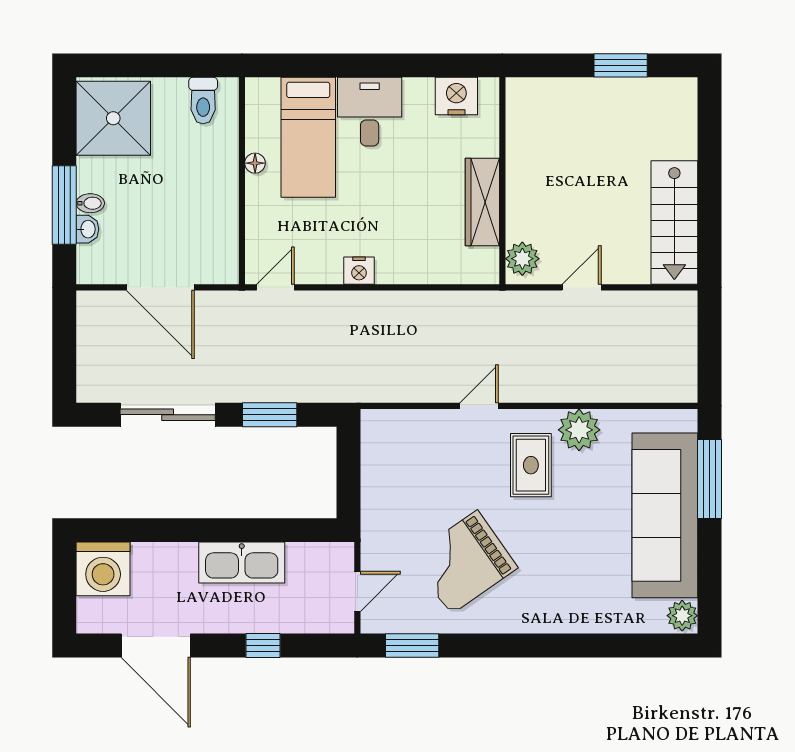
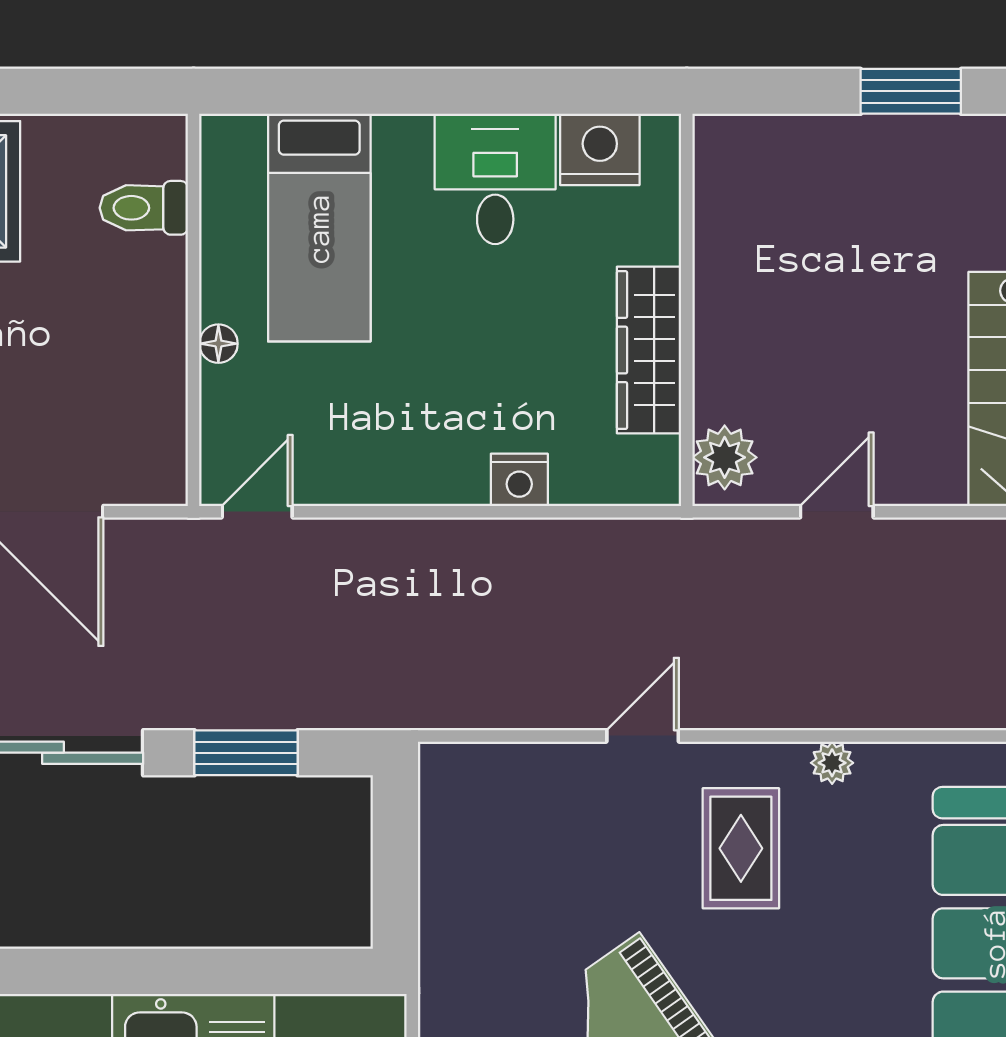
toilet: (203, 101) -> (144, 208), moved, turned 90
desk: (370, 112) -> (495, 179), moved
floor lamp: (255, 163) -> (218, 344), moved
nightstand: (359, 271) -> (519, 480), moved
plant: (579, 430) -> (832, 763), width x0.53, depth x0.53

